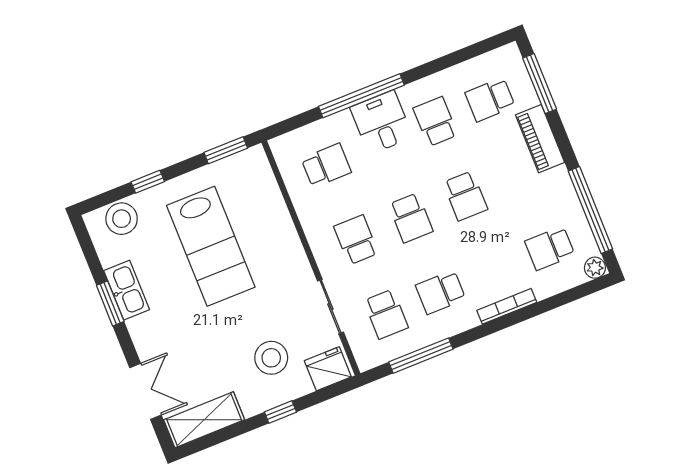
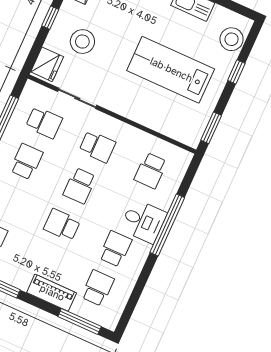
school desk: (435, 122) -> (115, 249), turned -90
school desk: (411, 218) -> (80, 186), turned -90
school desk: (386, 314) -> (44, 122), turned 180

